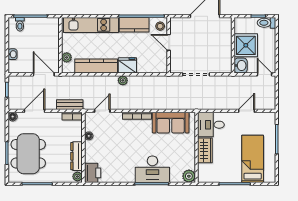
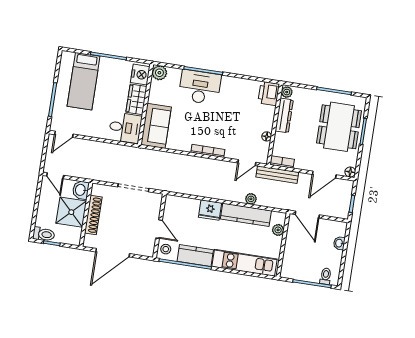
shoe rack: (227, 46) -> (93, 215), added
plant: (123, 80) -> (251, 199), moved
bench: (70, 105) -> (277, 175), width x1.36
door: (246, 111) -> (64, 134), moved
sofa: (171, 123) -> (156, 126), moved, turned 90
nightstand: (205, 172) -> (140, 75), added

